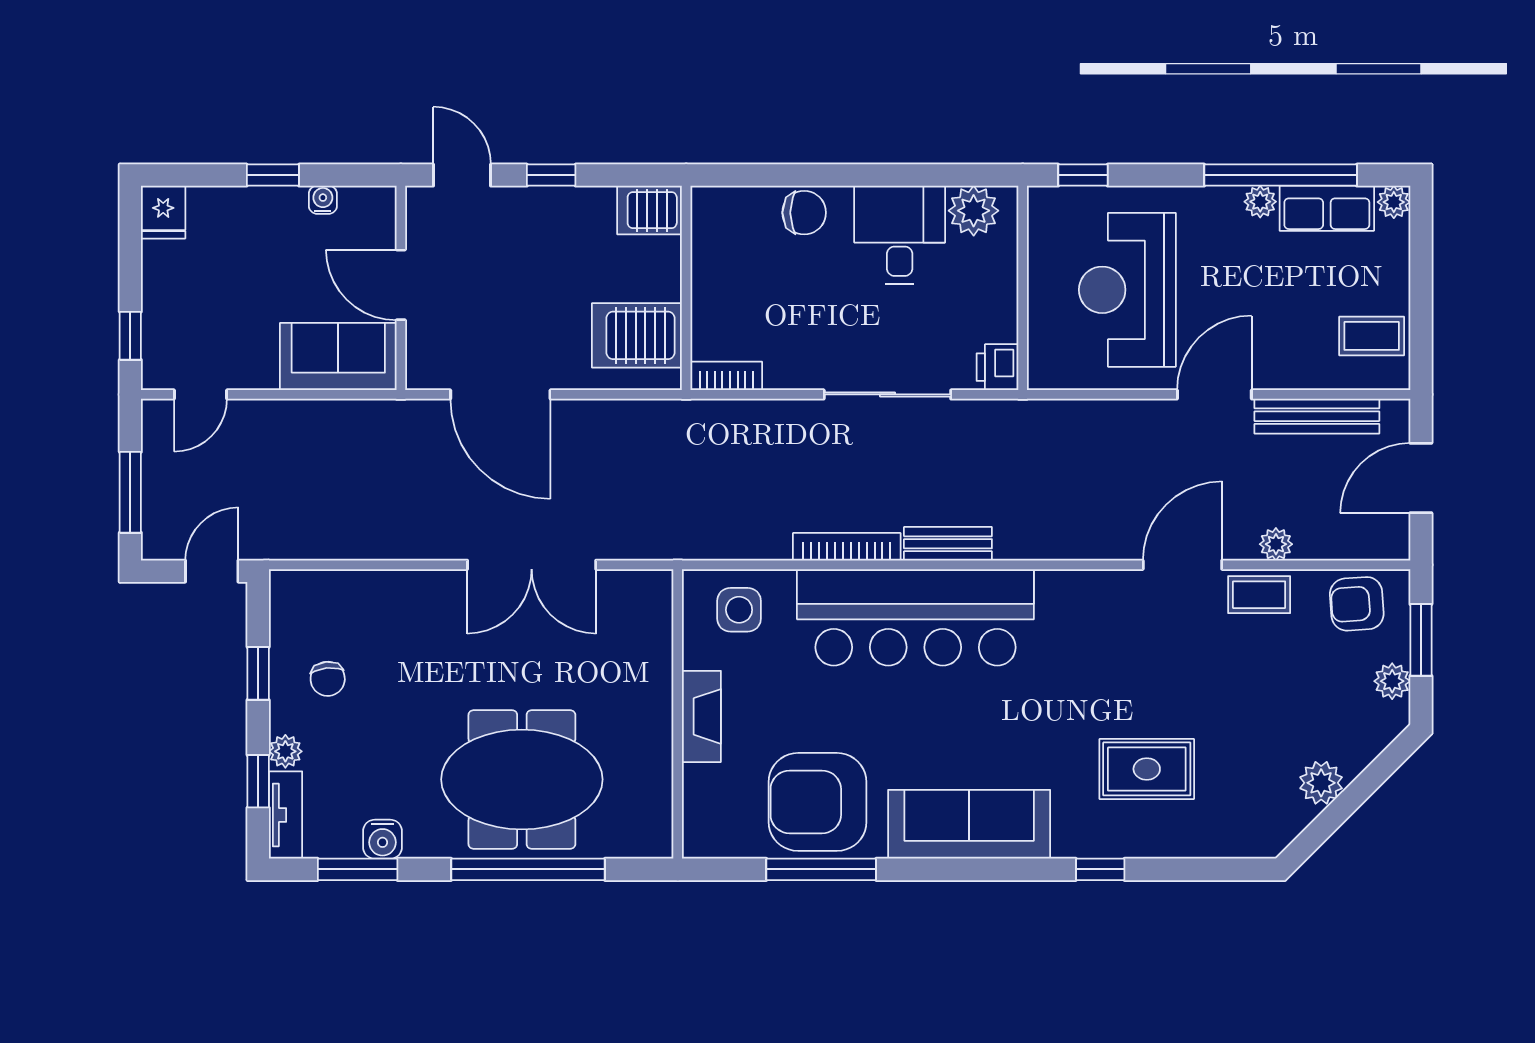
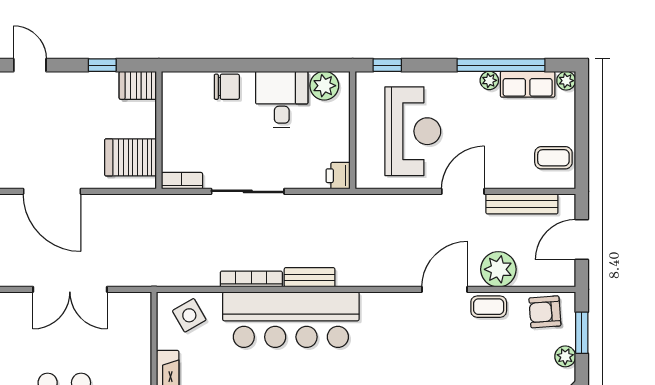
window: (551, 175) -> (102, 65), moved
reception desk: (1127, 290) -> (413, 131), turned 180
sliding door: (887, 394) -> (248, 191), moved
plant: (1276, 544) -> (498, 269), width x1.87, depth x1.87
side table: (739, 610) -> (189, 315), turned -30

